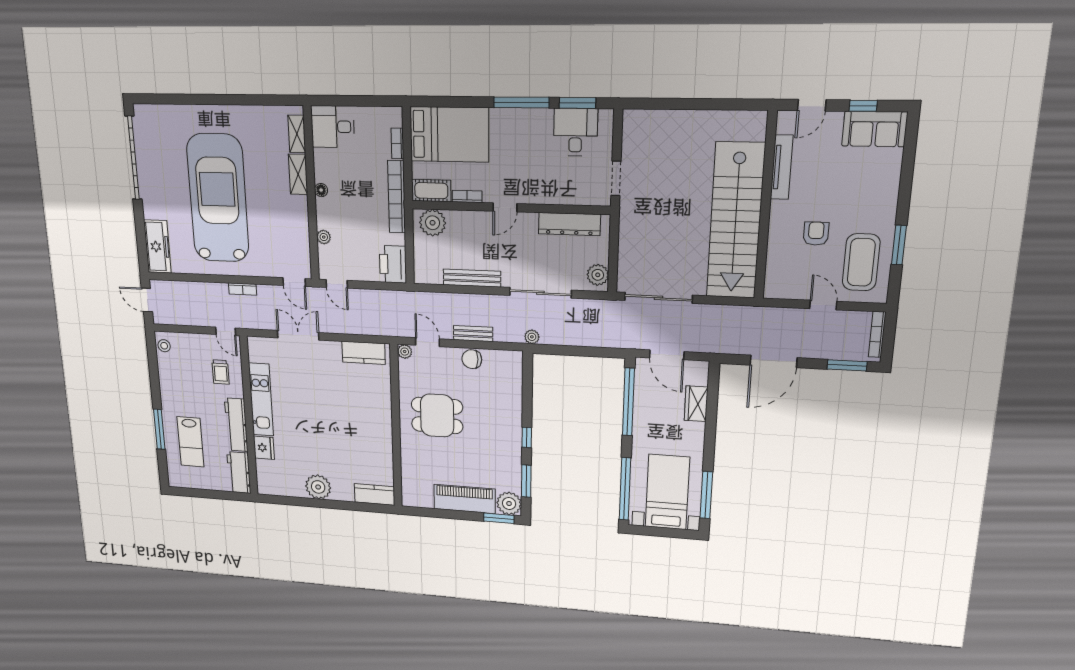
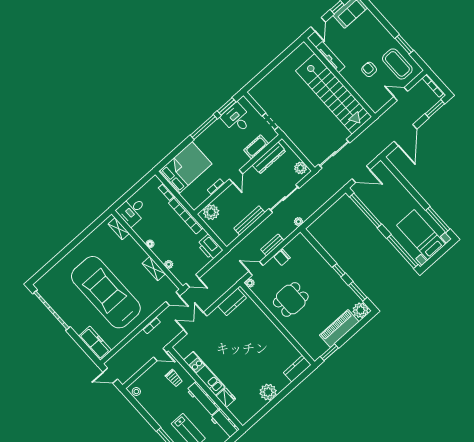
shelving: (298, 174) -> (154, 269), moved
cot: (431, 191) -> (256, 147), moved
wardrobe: (696, 404) -> (393, 183), removed
window: (499, 518) -> (329, 352), moved

